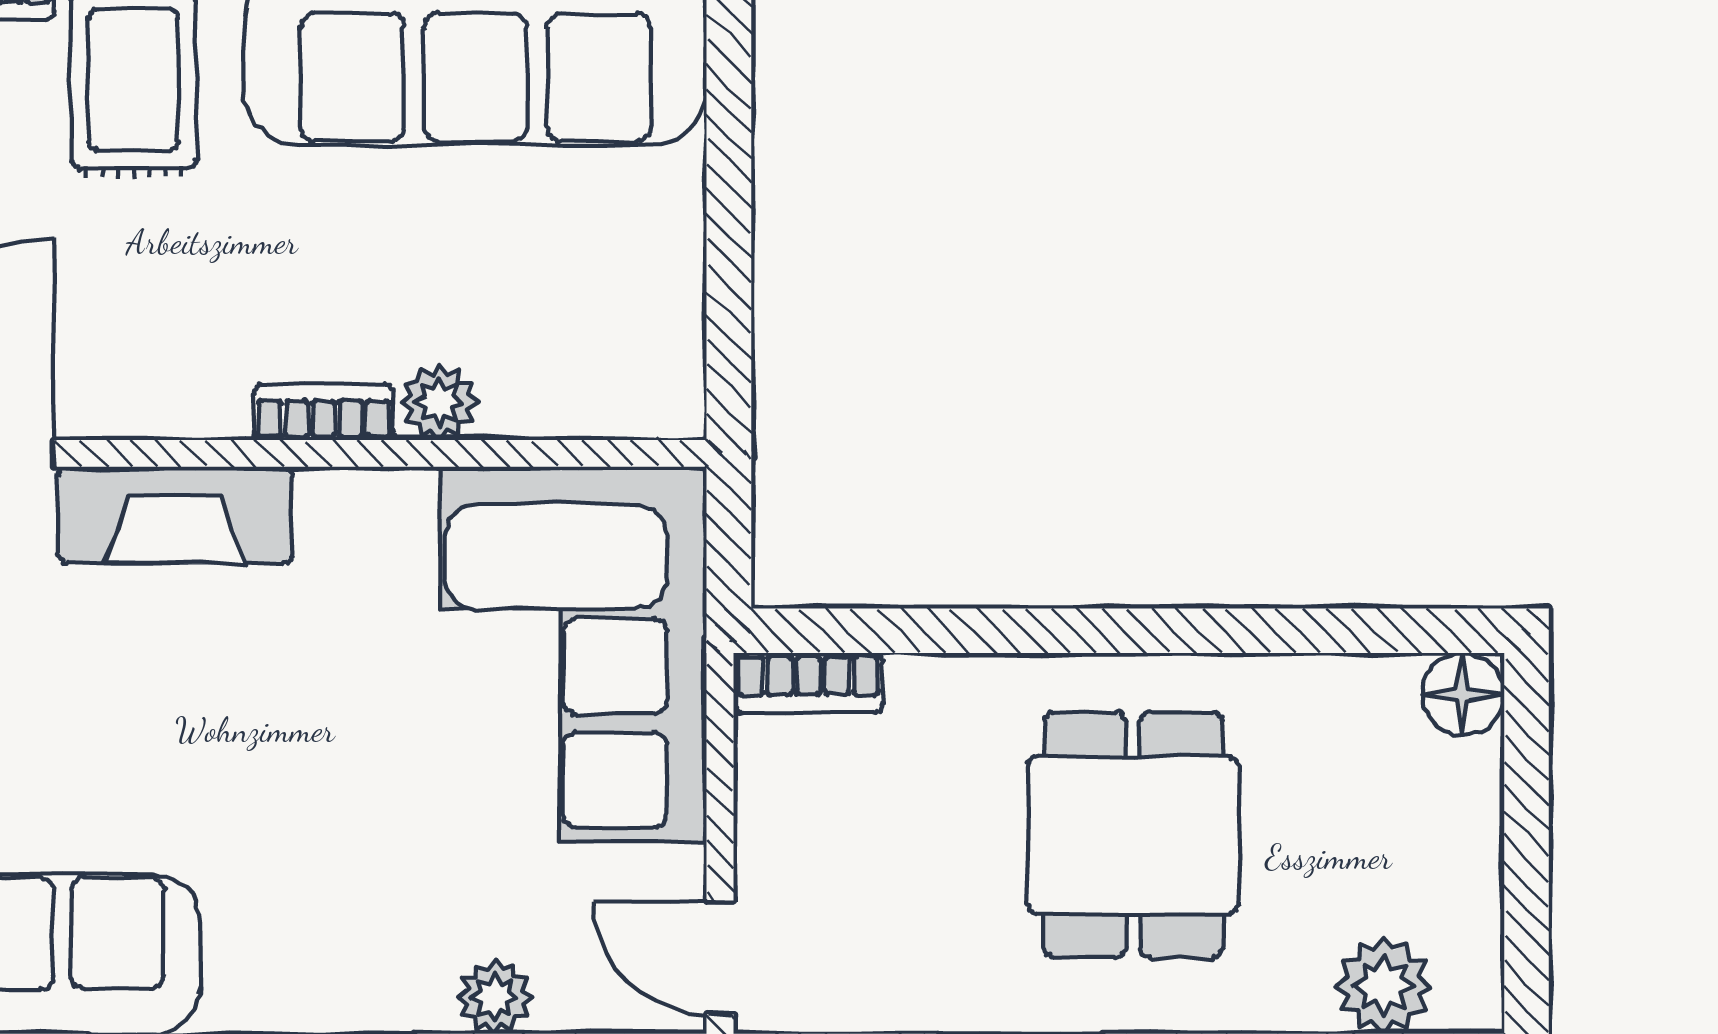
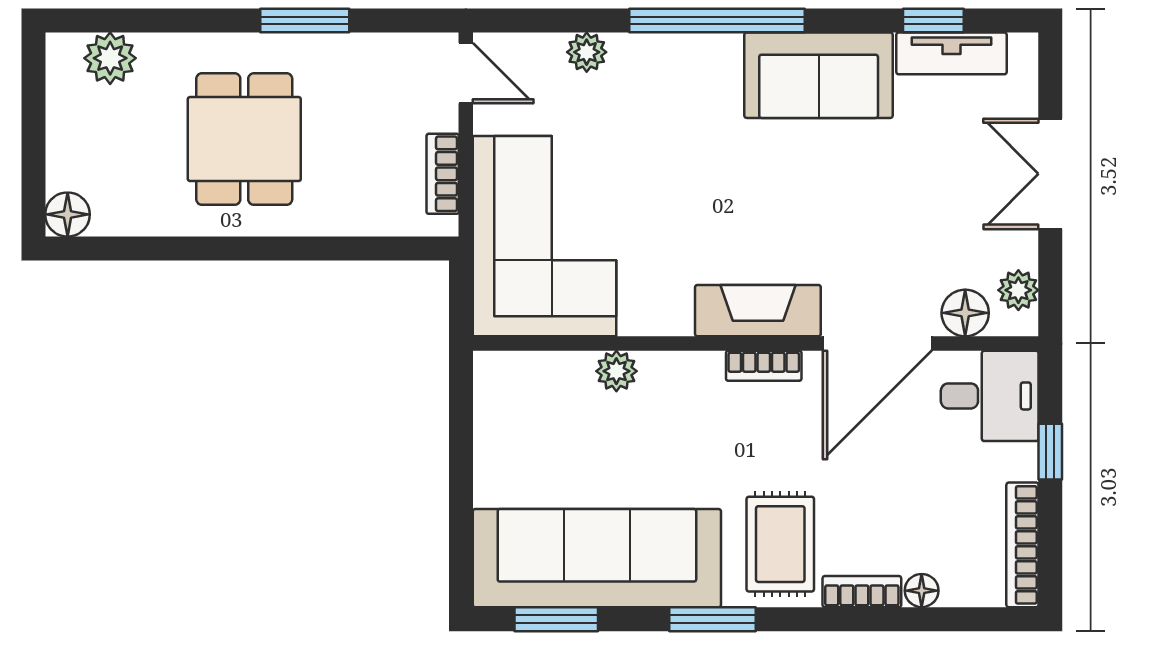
bookcase: (324, 412) -> (764, 366), moved
bookcase: (808, 683) -> (443, 174), moved, turned -90

